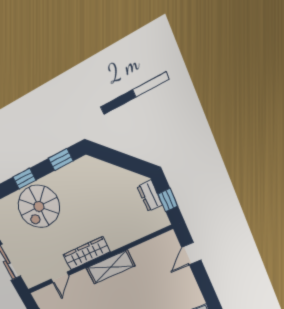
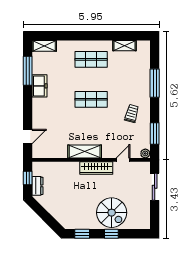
spiral stairs: (39, 206) -> (112, 213), turned 90
plant: (39, 296) -> (145, 153), added

